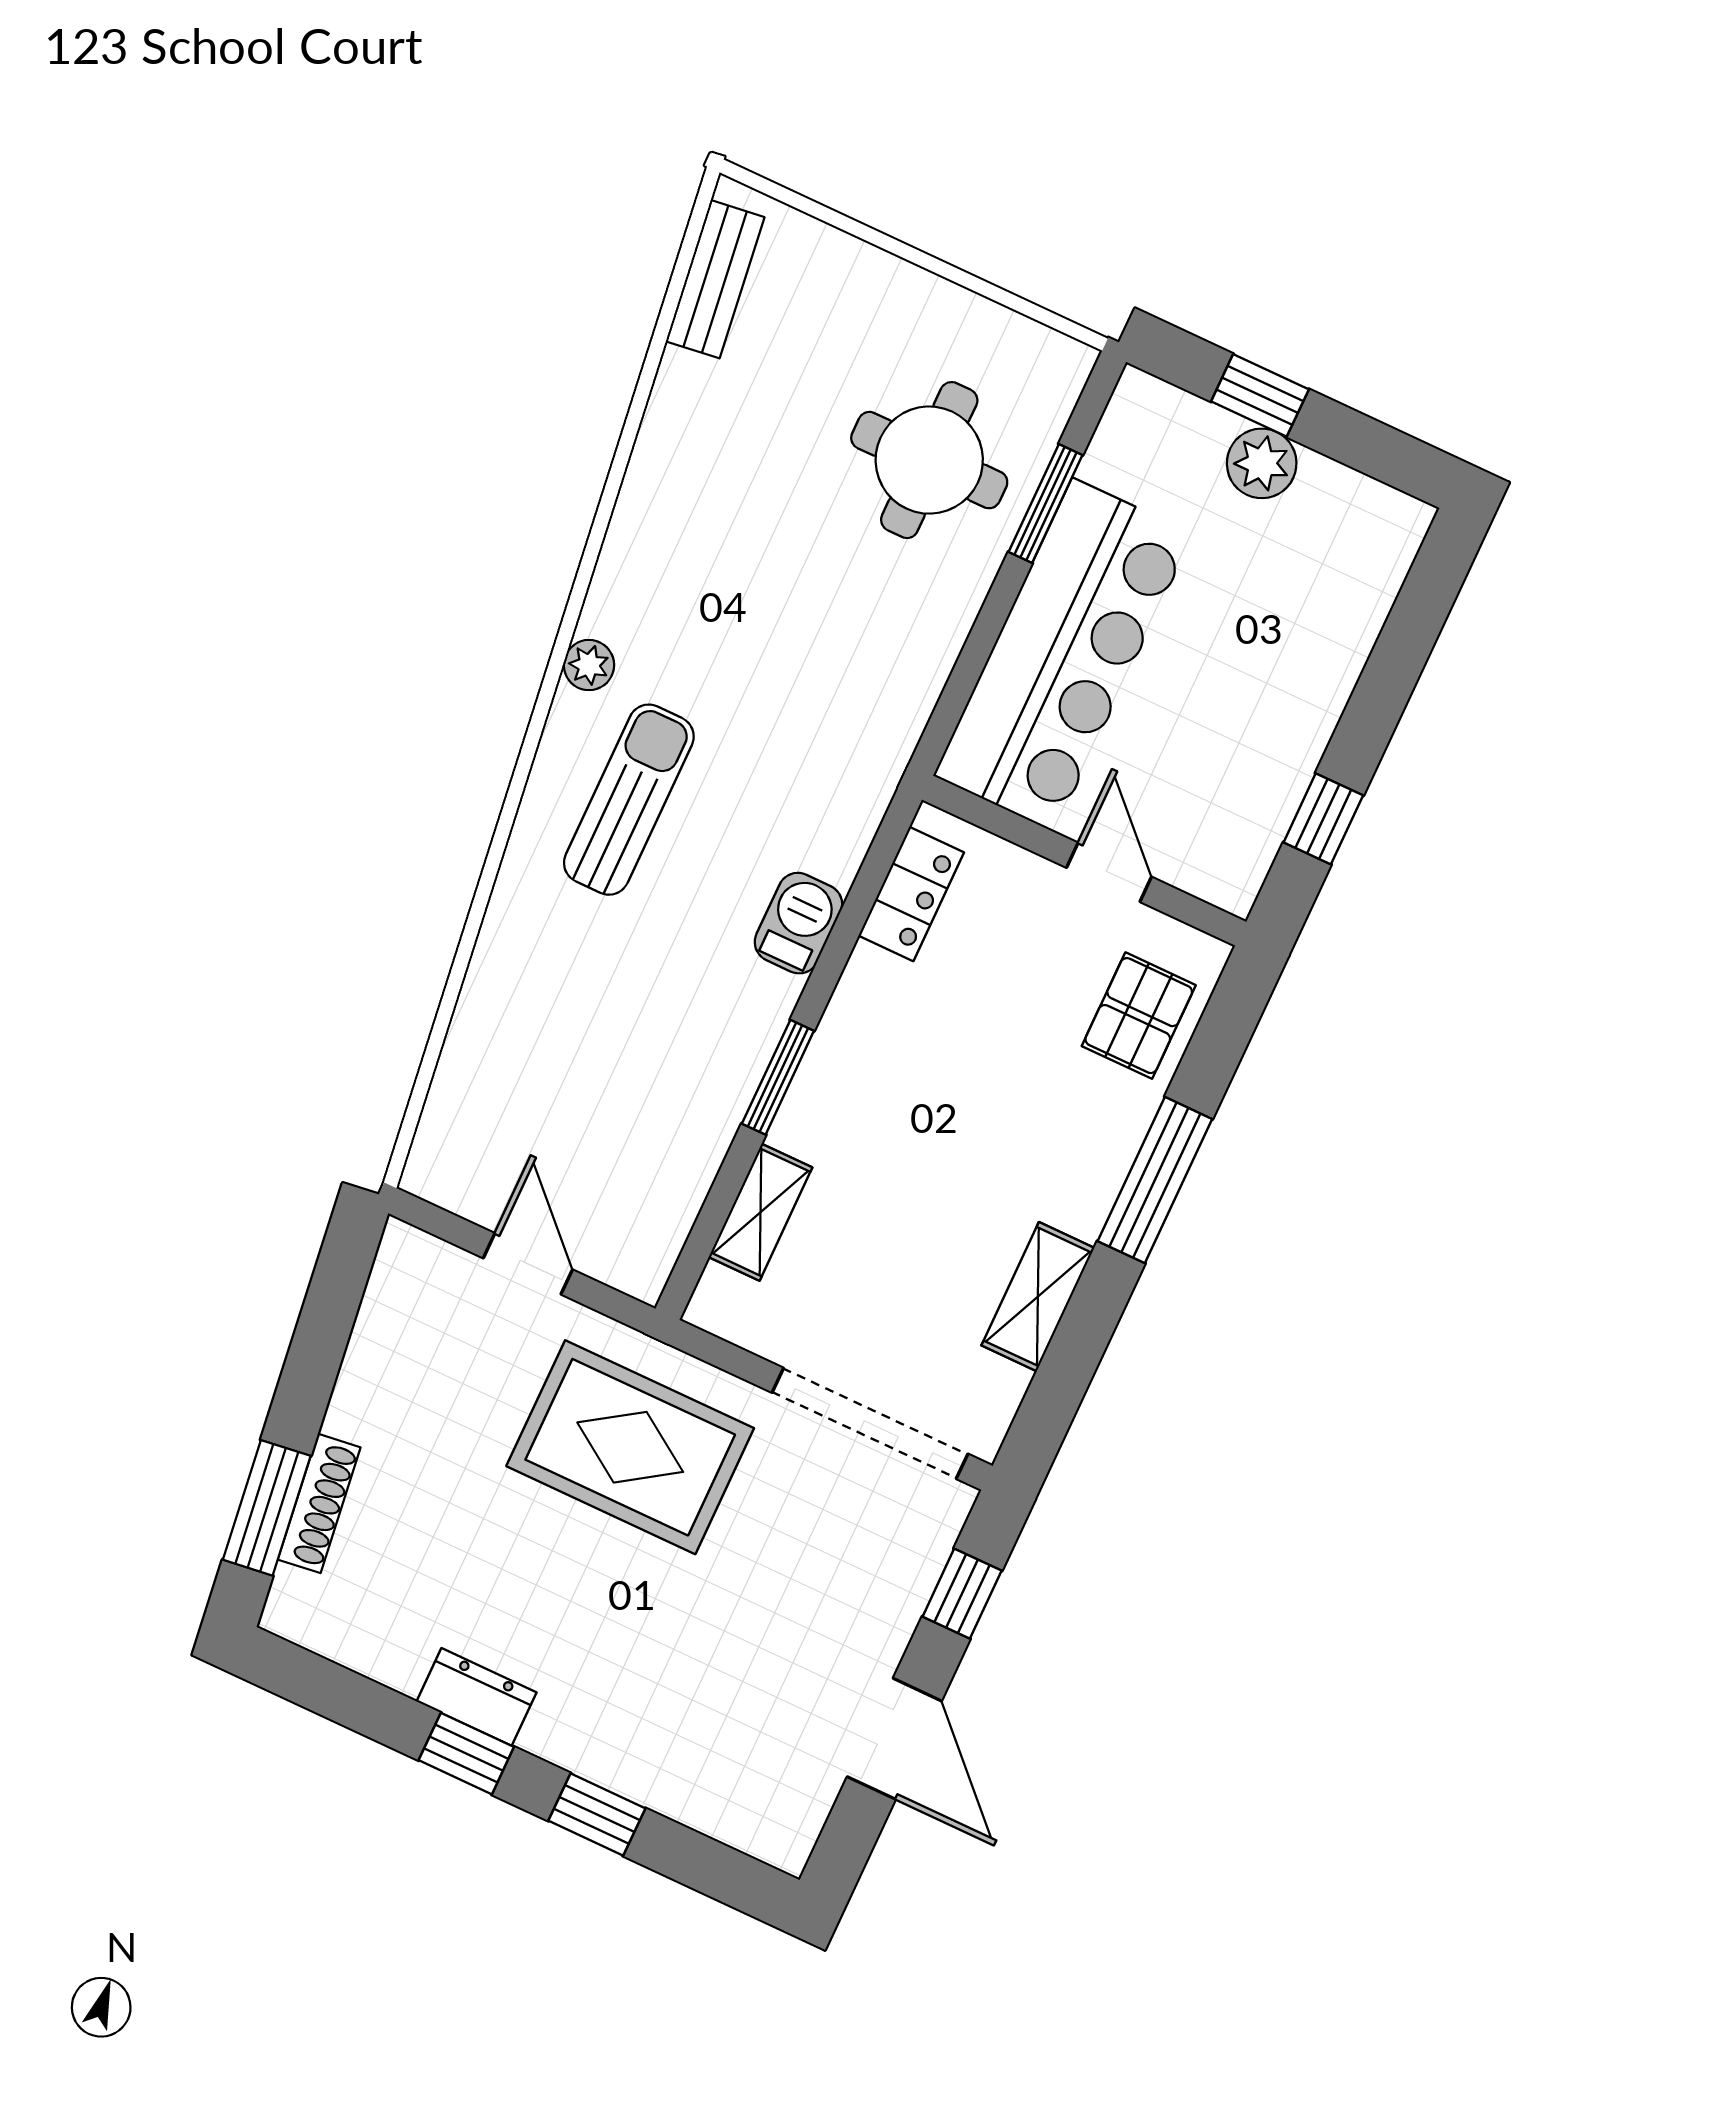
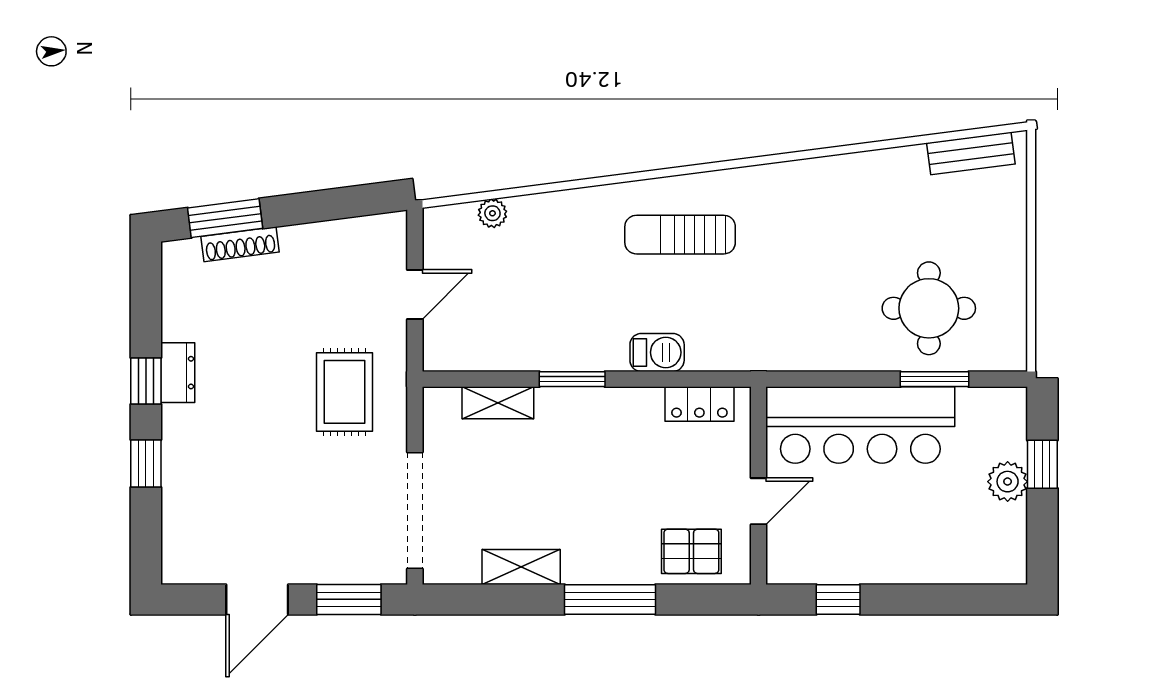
plant: (589, 665) -> (492, 213), moved
sun lounger: (629, 800) -> (680, 235), turned 180
rug: (630, 1447) -> (345, 392), width x0.73, depth x0.70
window: (962, 1594) -> (349, 599), width x1.50

